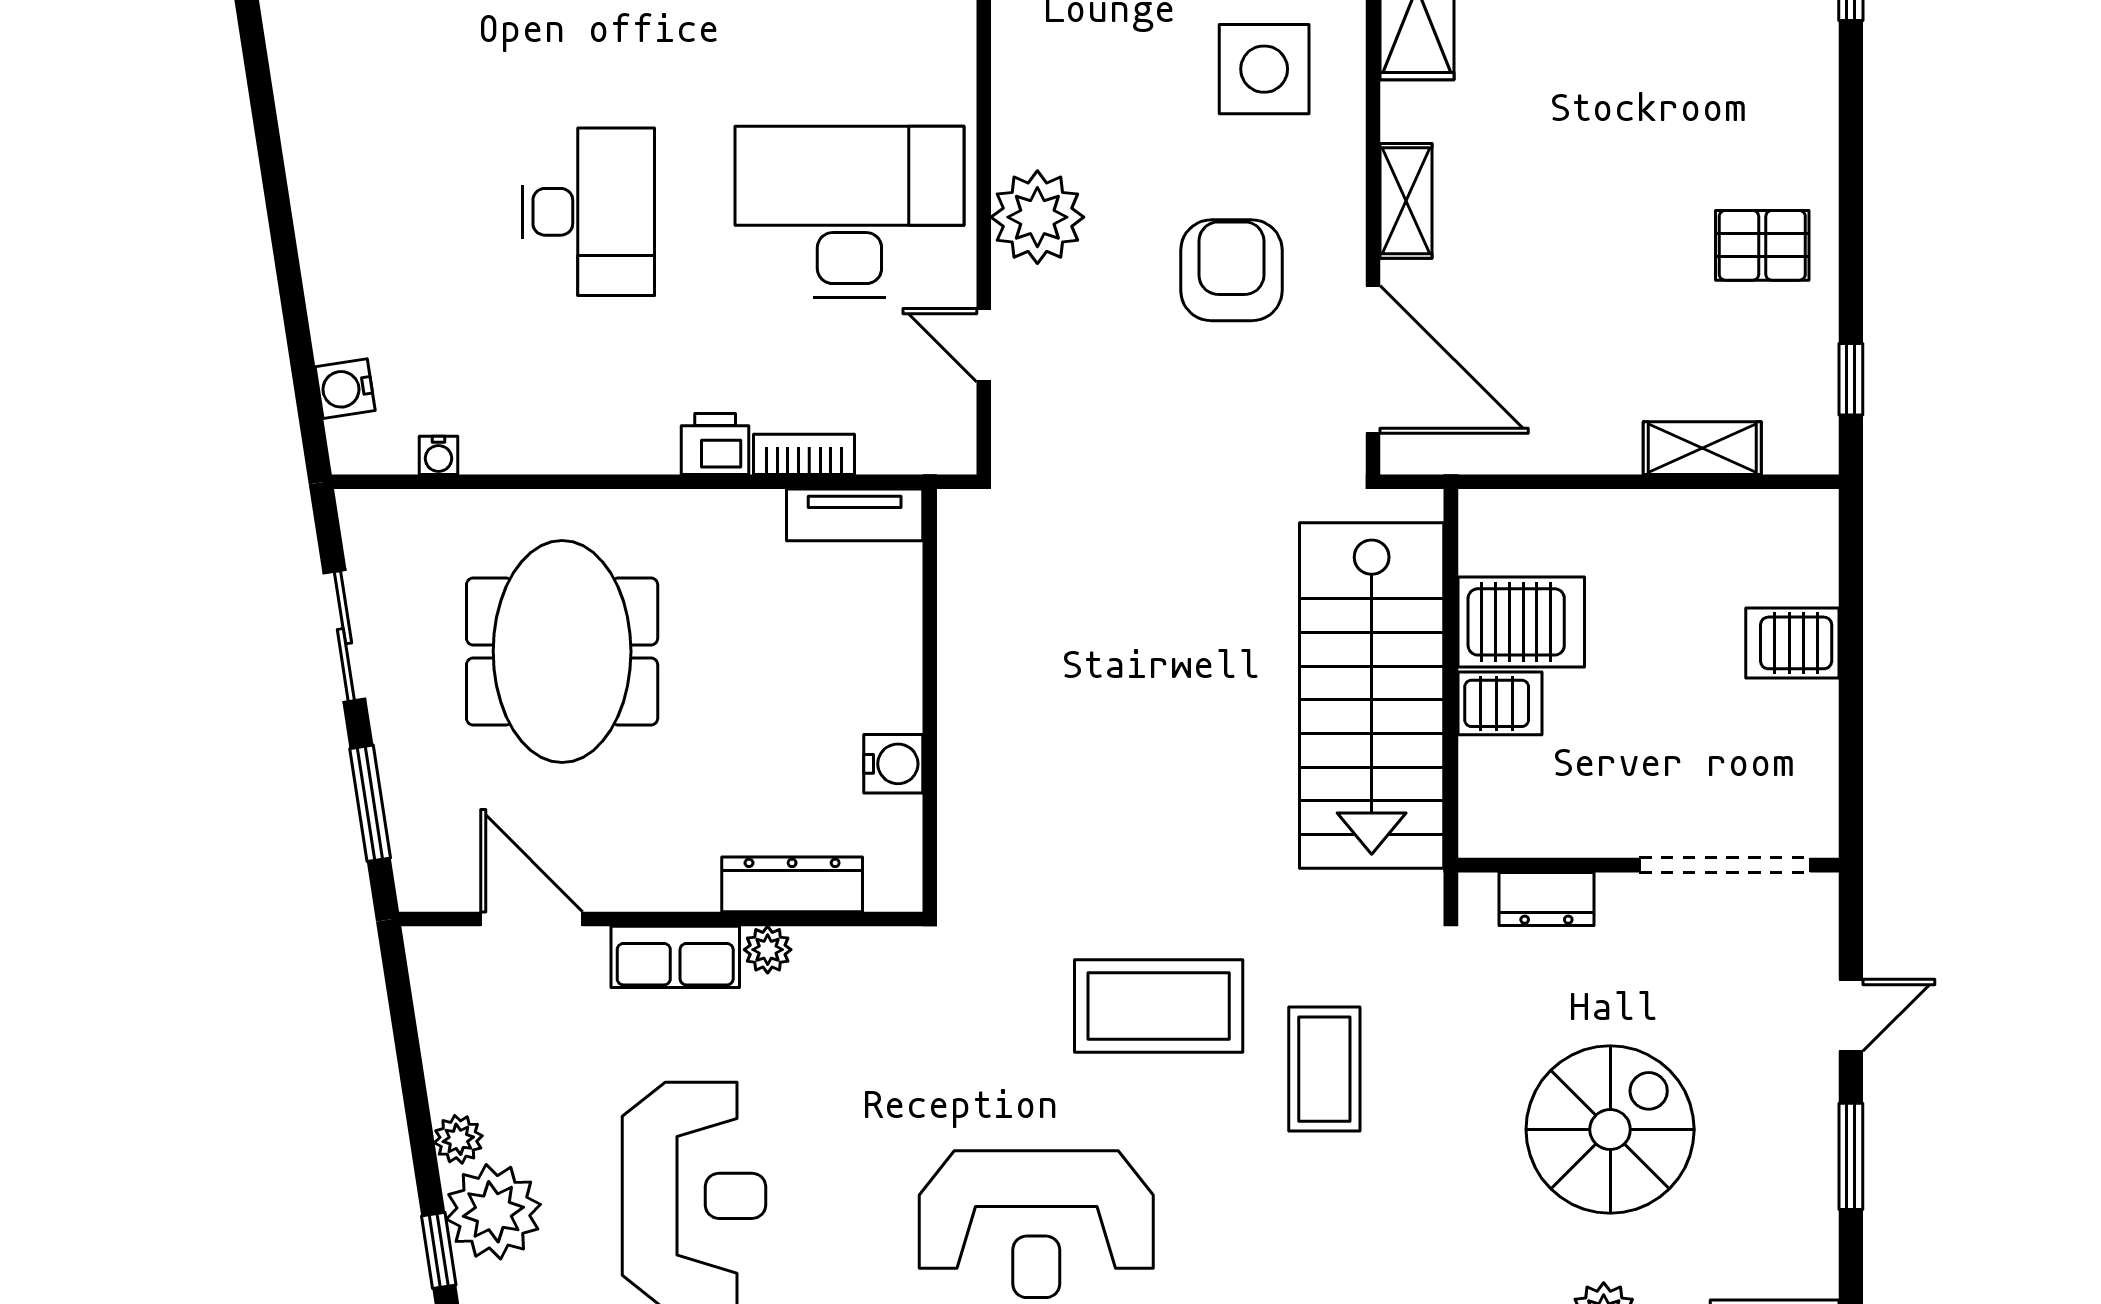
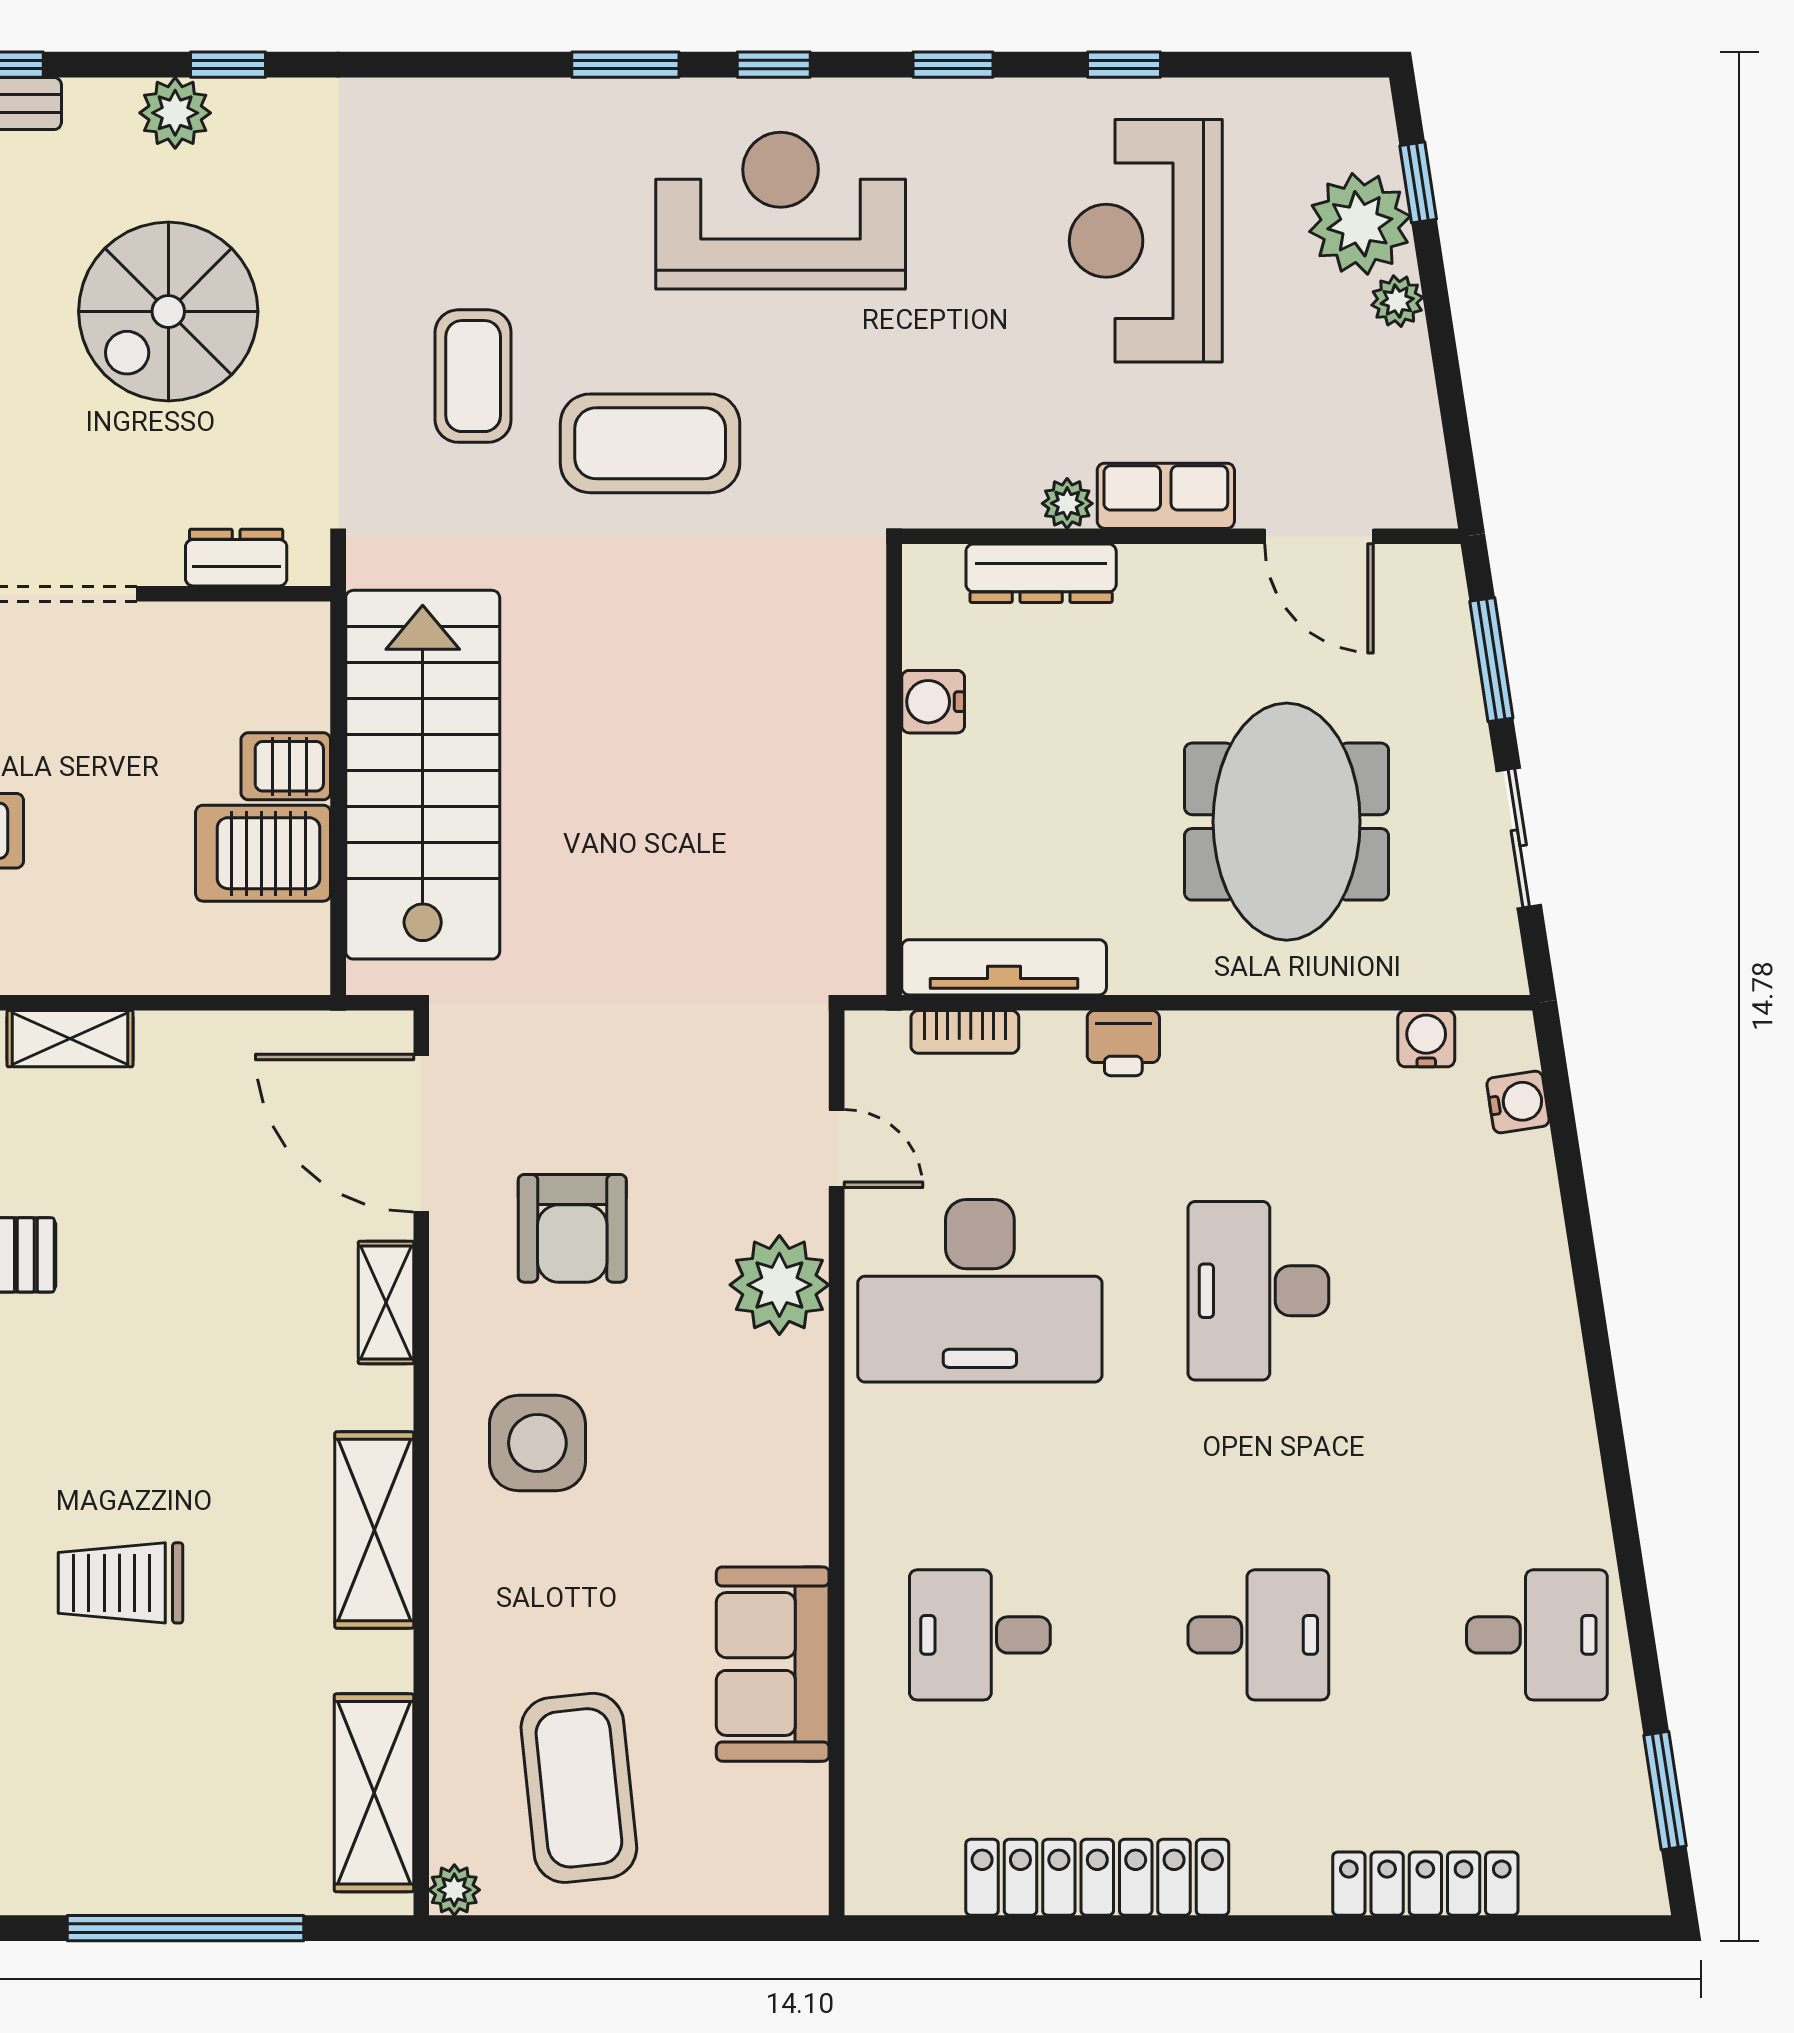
bookcase: (804, 454) -> (965, 1032), moved
water cooler: (438, 455) -> (1426, 1039), width x1.38, depth x1.38
tv unit: (855, 515) -> (1004, 967), width x1.41

